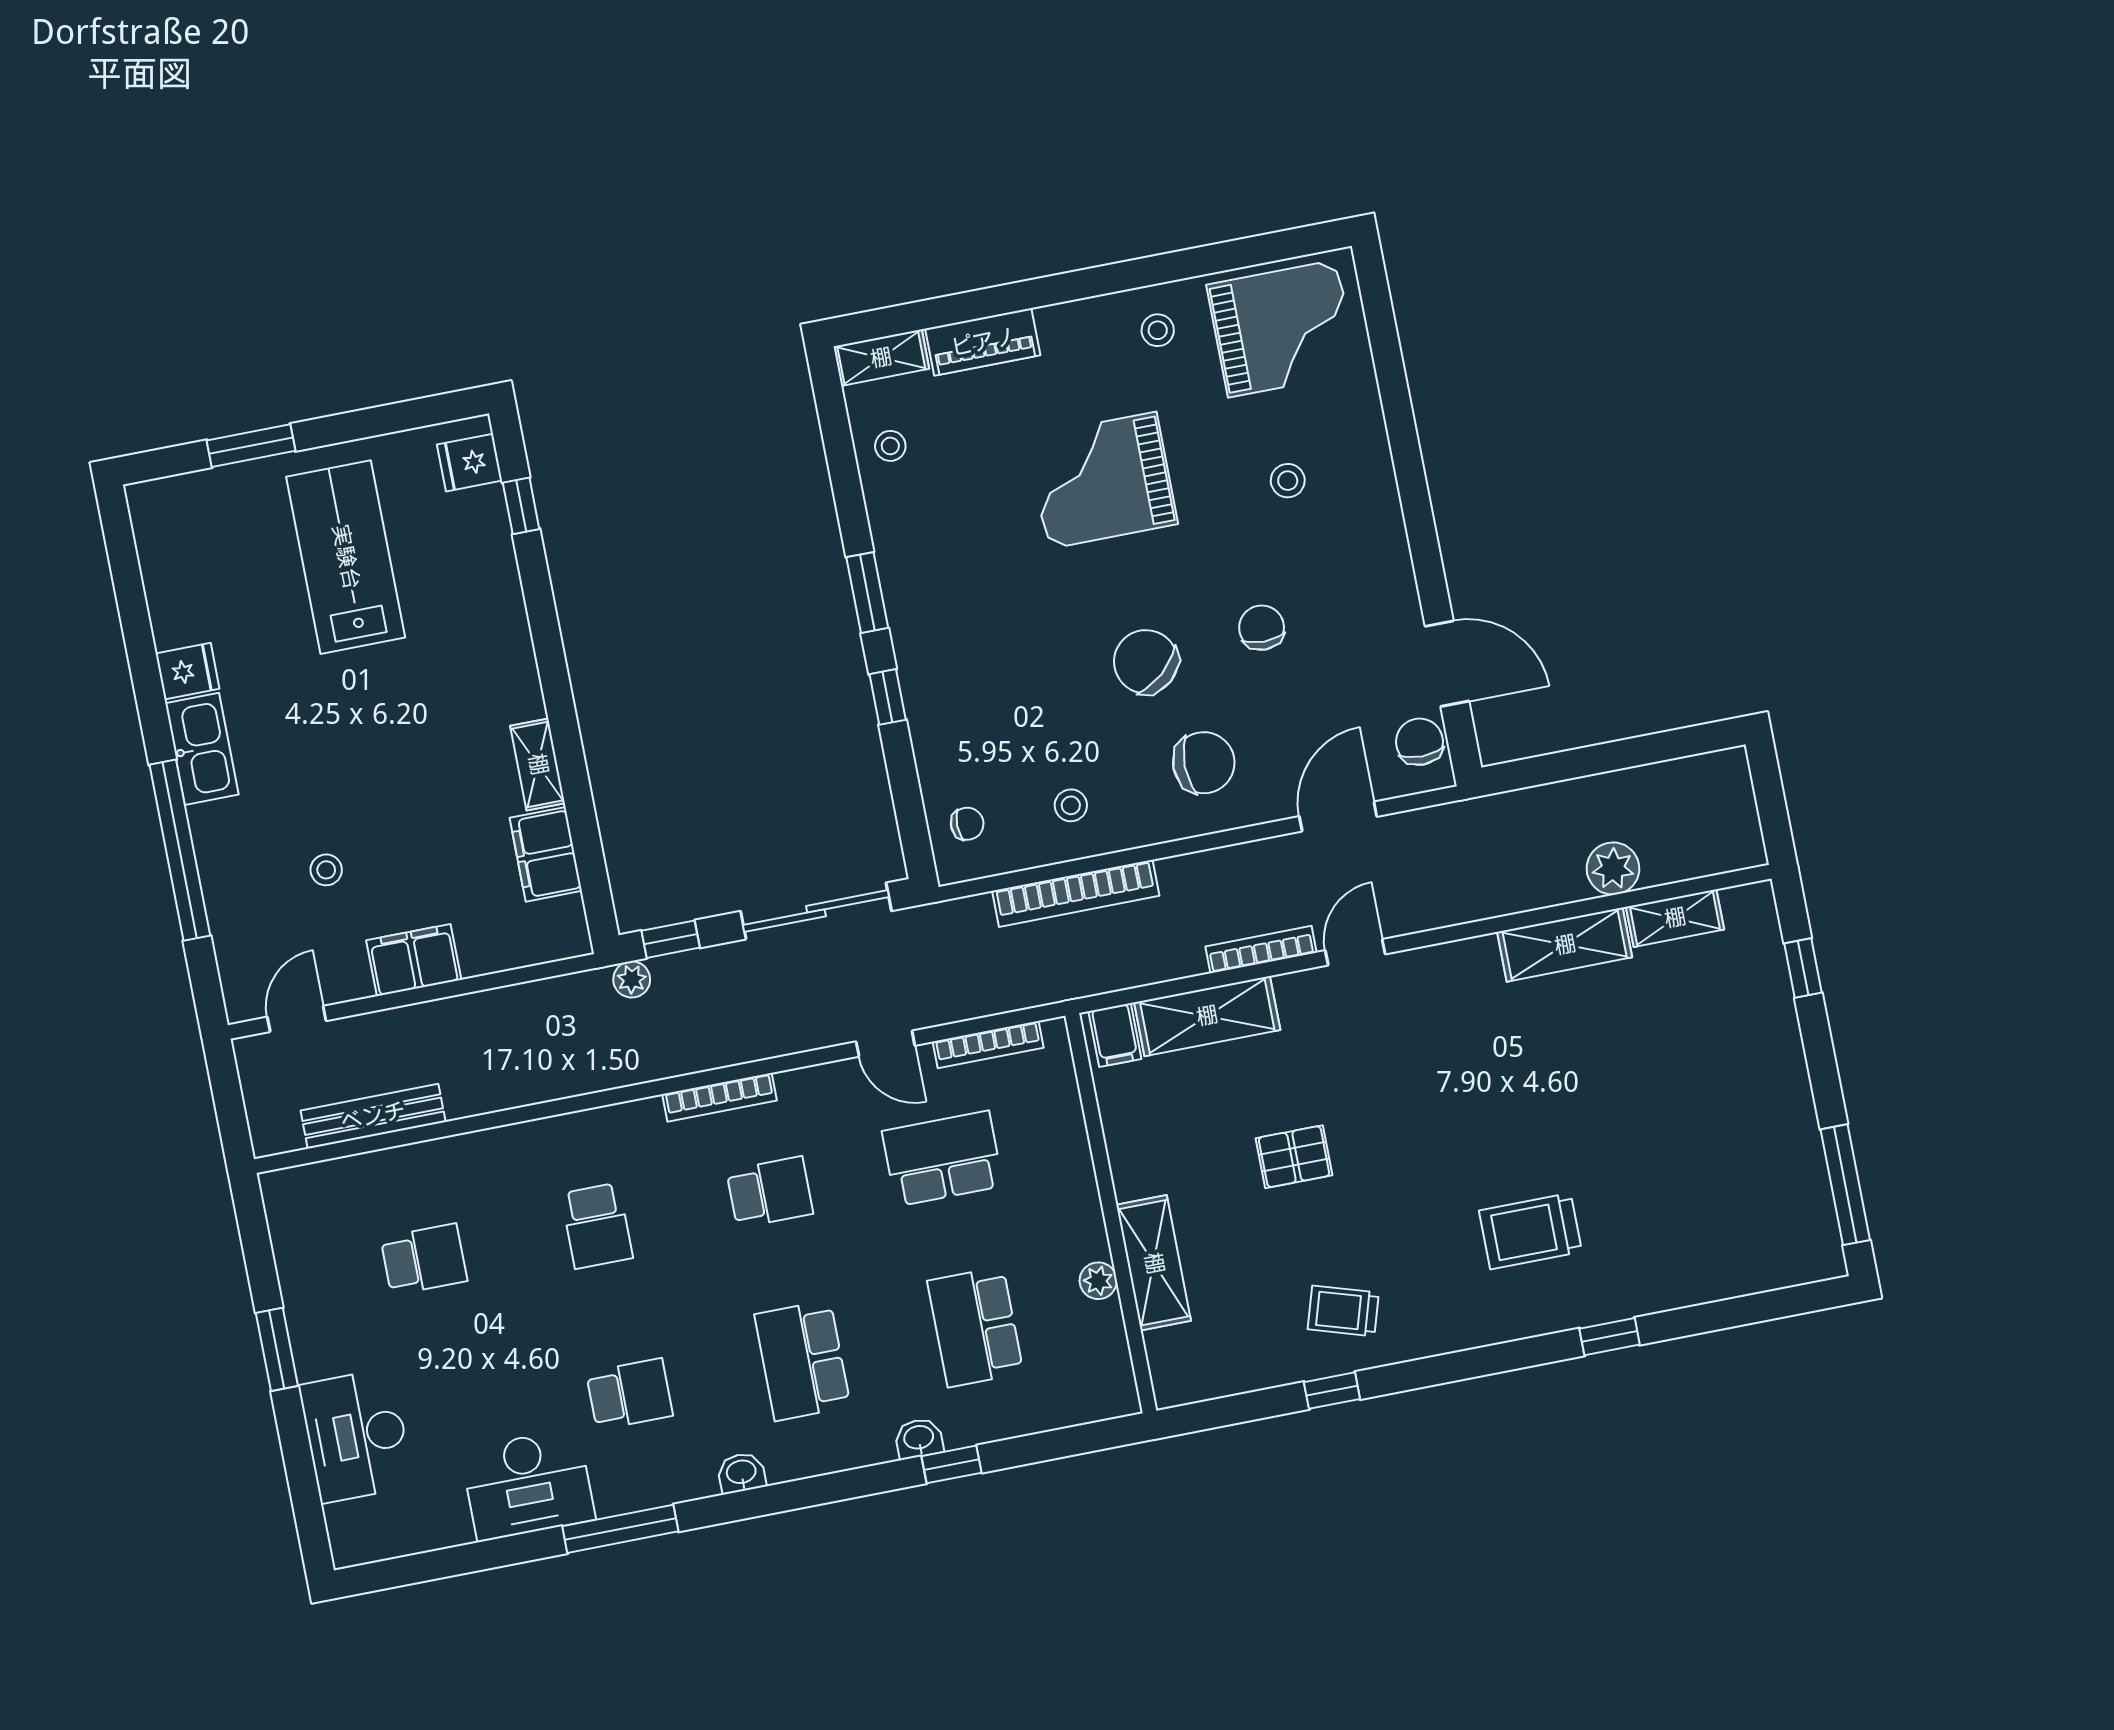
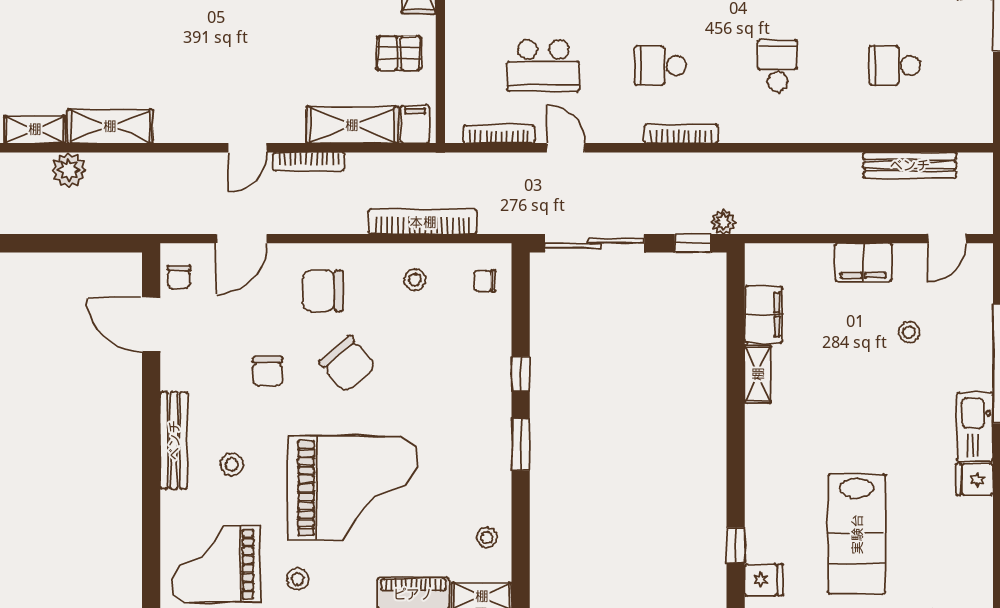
grand piano: (1102, 480) -> (353, 488), width x1.37, depth x1.48
bench: (1380, 499) -> (174, 440), added
chair: (1420, 742) -> (179, 277), width x0.73, depth x0.73
pallet: (1294, 1157) -> (399, 53), moved

